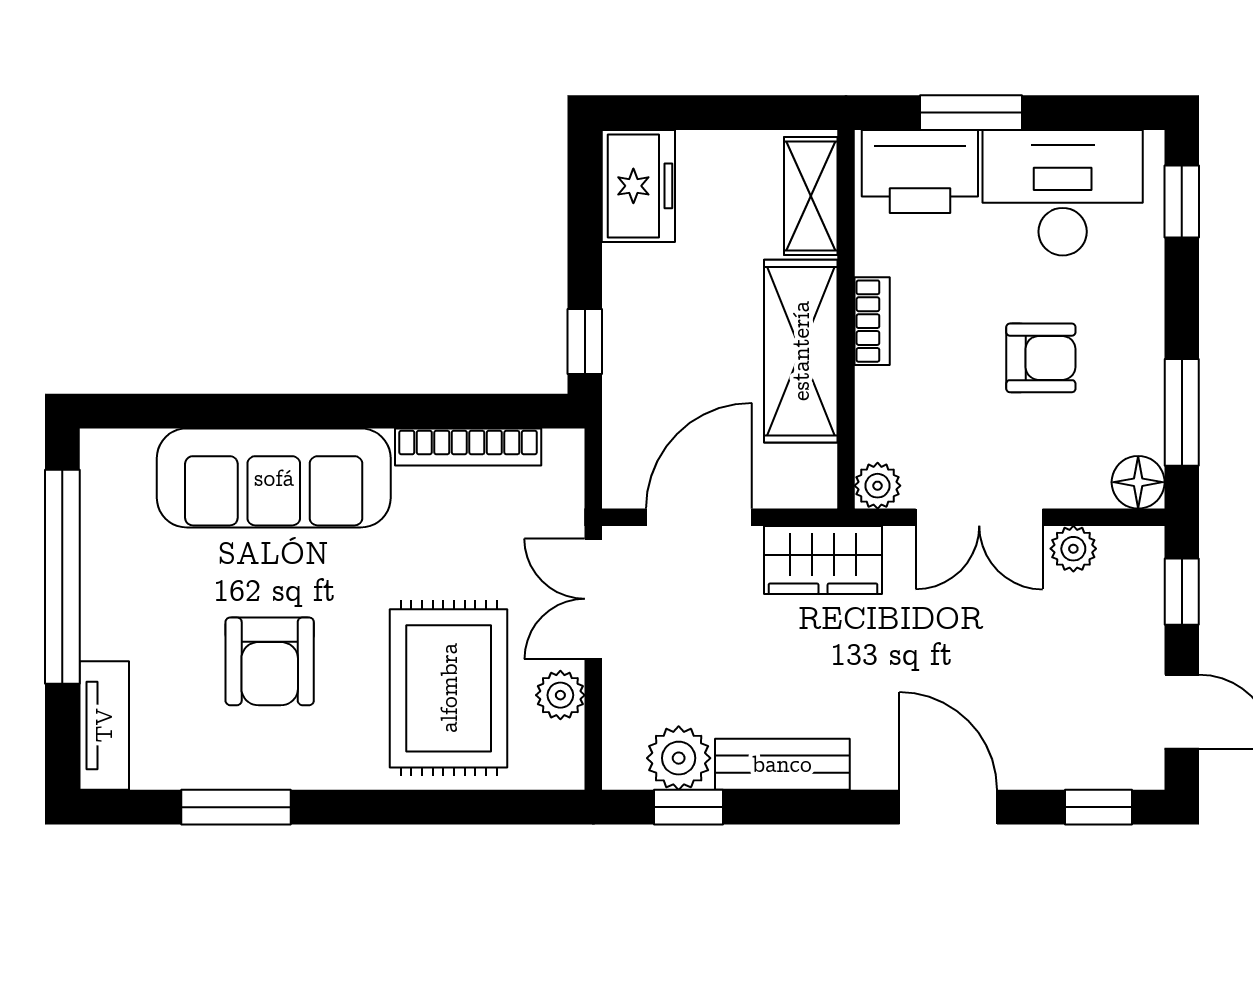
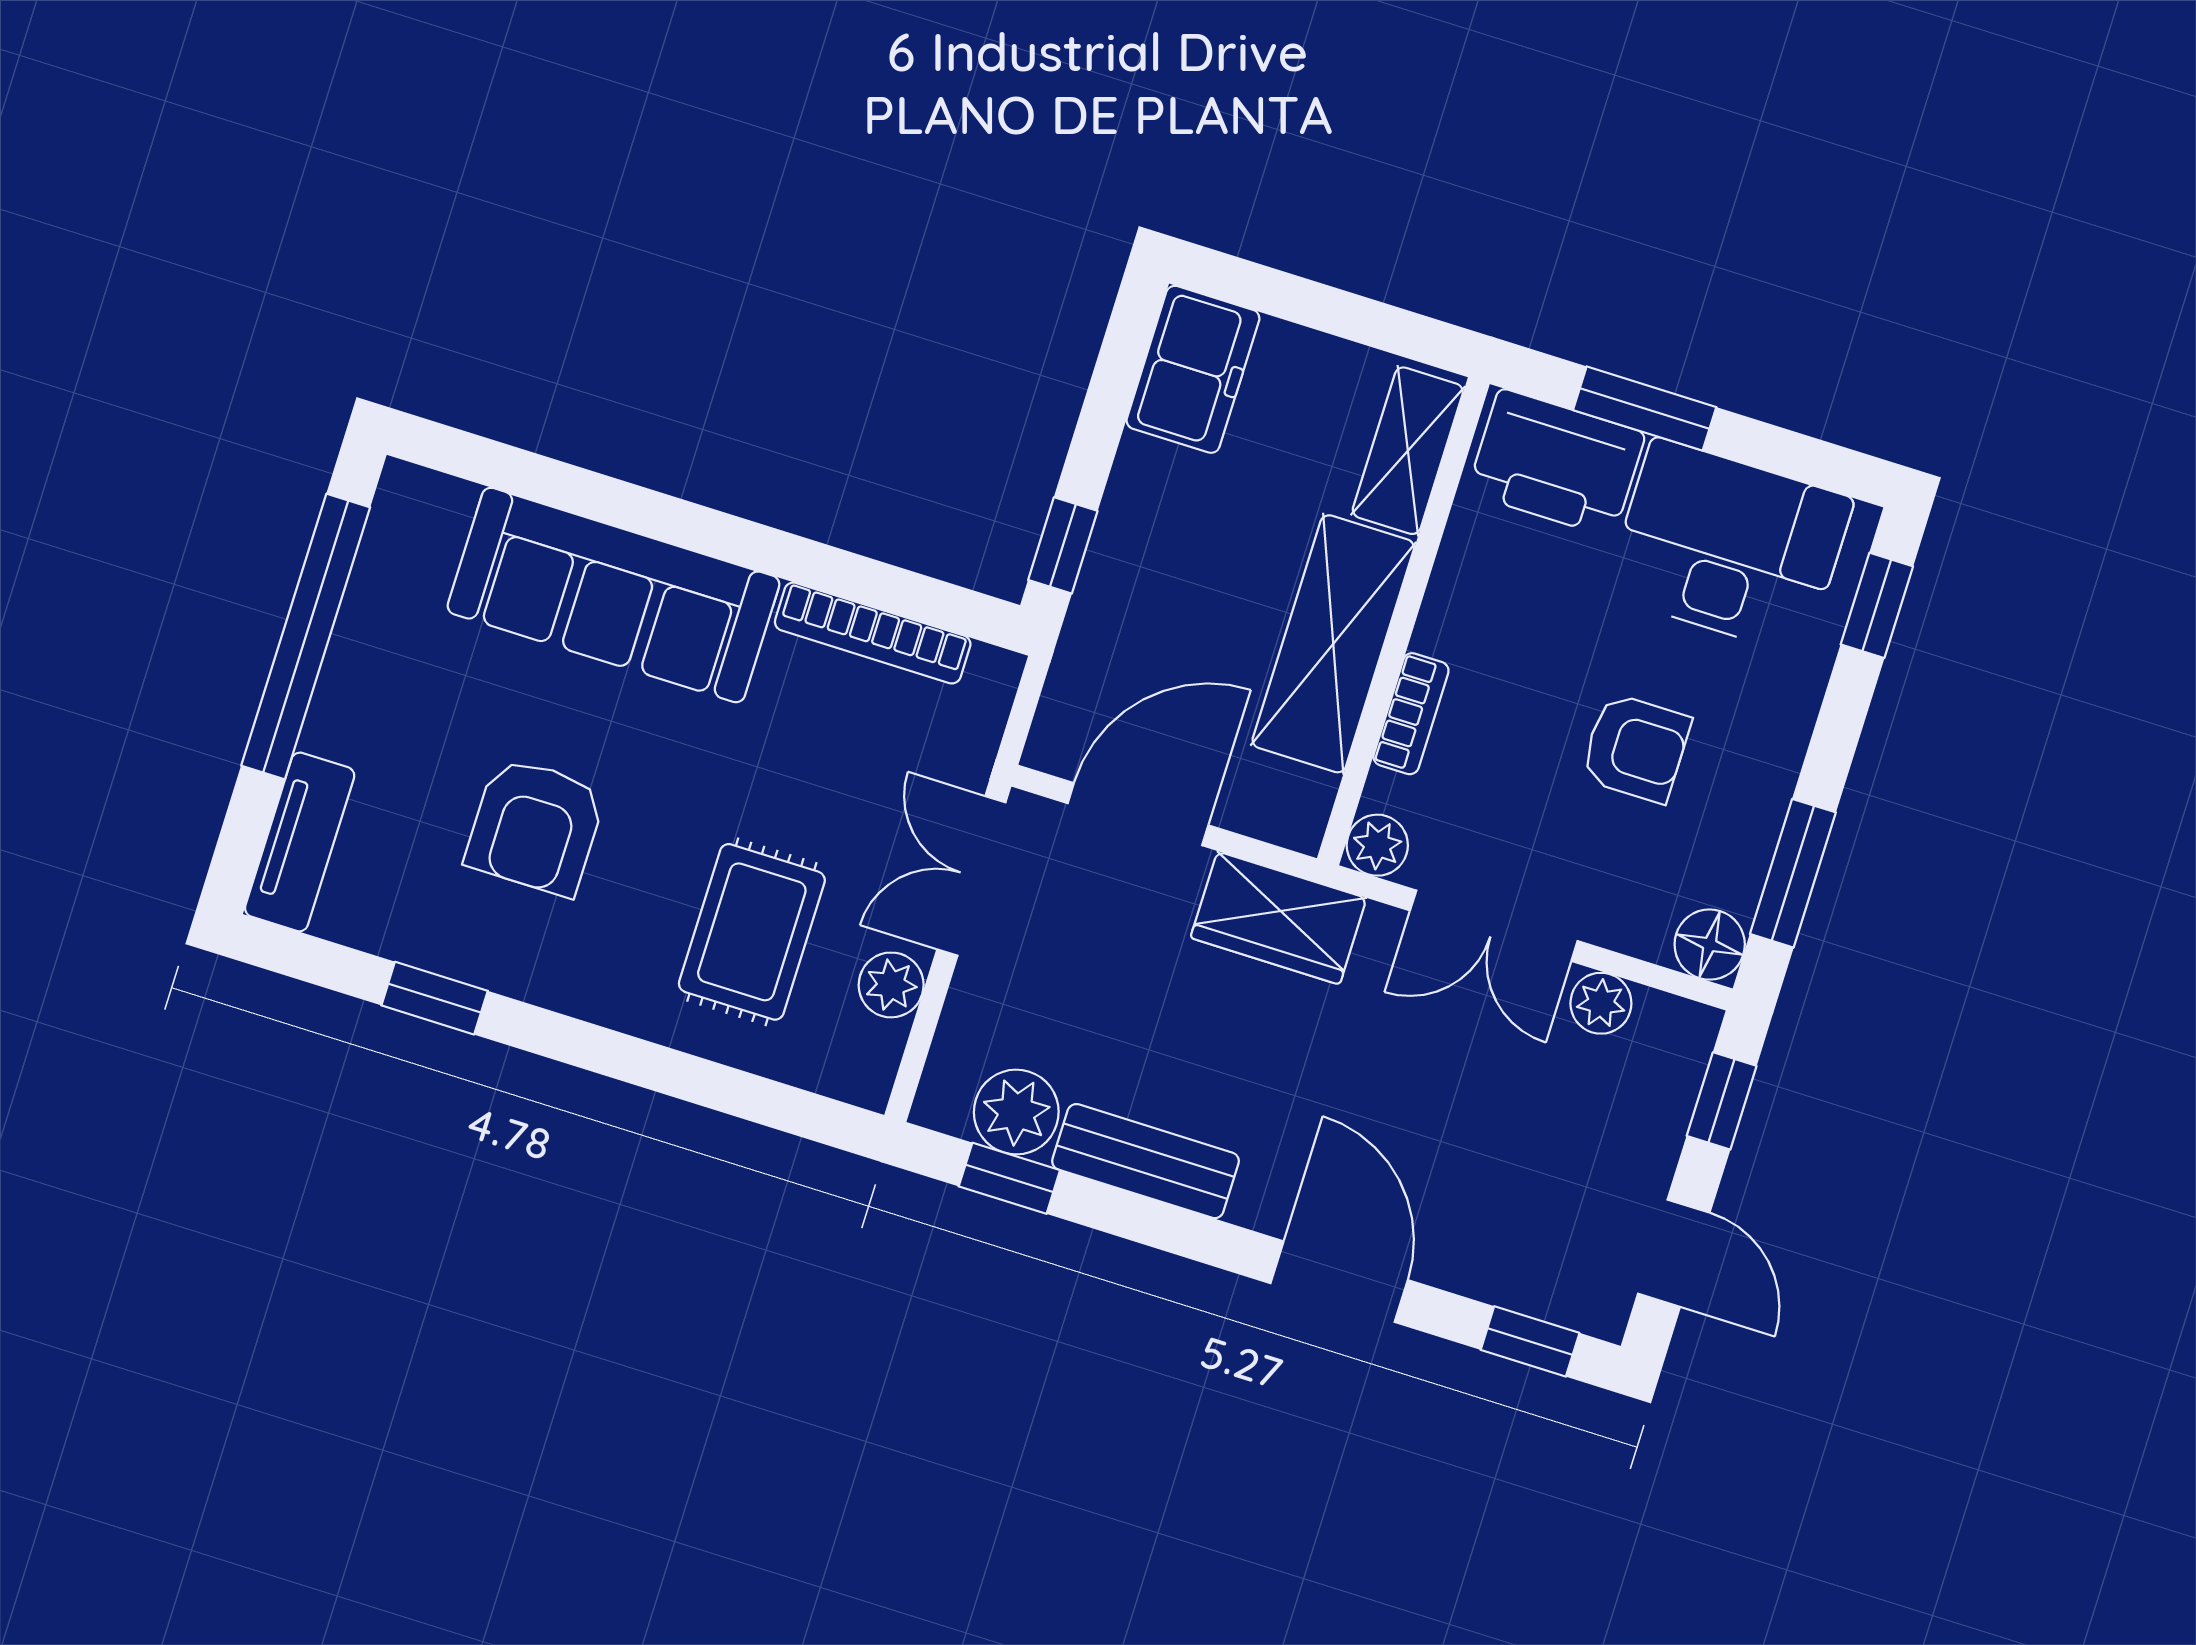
bookcase: (872, 321) -> (1411, 714), moved
rug: (449, 688) -> (752, 932), width x0.73, depth x0.70
window: (236, 807) -> (435, 998), width x0.67

